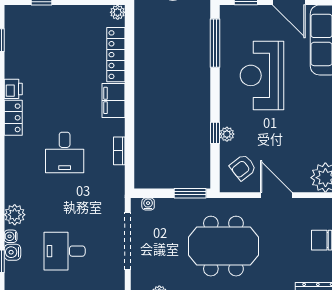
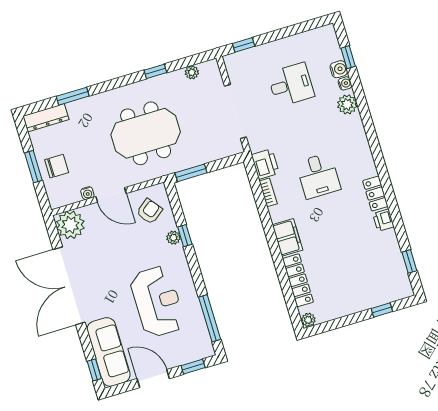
desk: (65, 152) -> (318, 176), turned 180
printer: (114, 180) -> (265, 164), added
water cooler: (148, 204) -> (87, 193), moved

